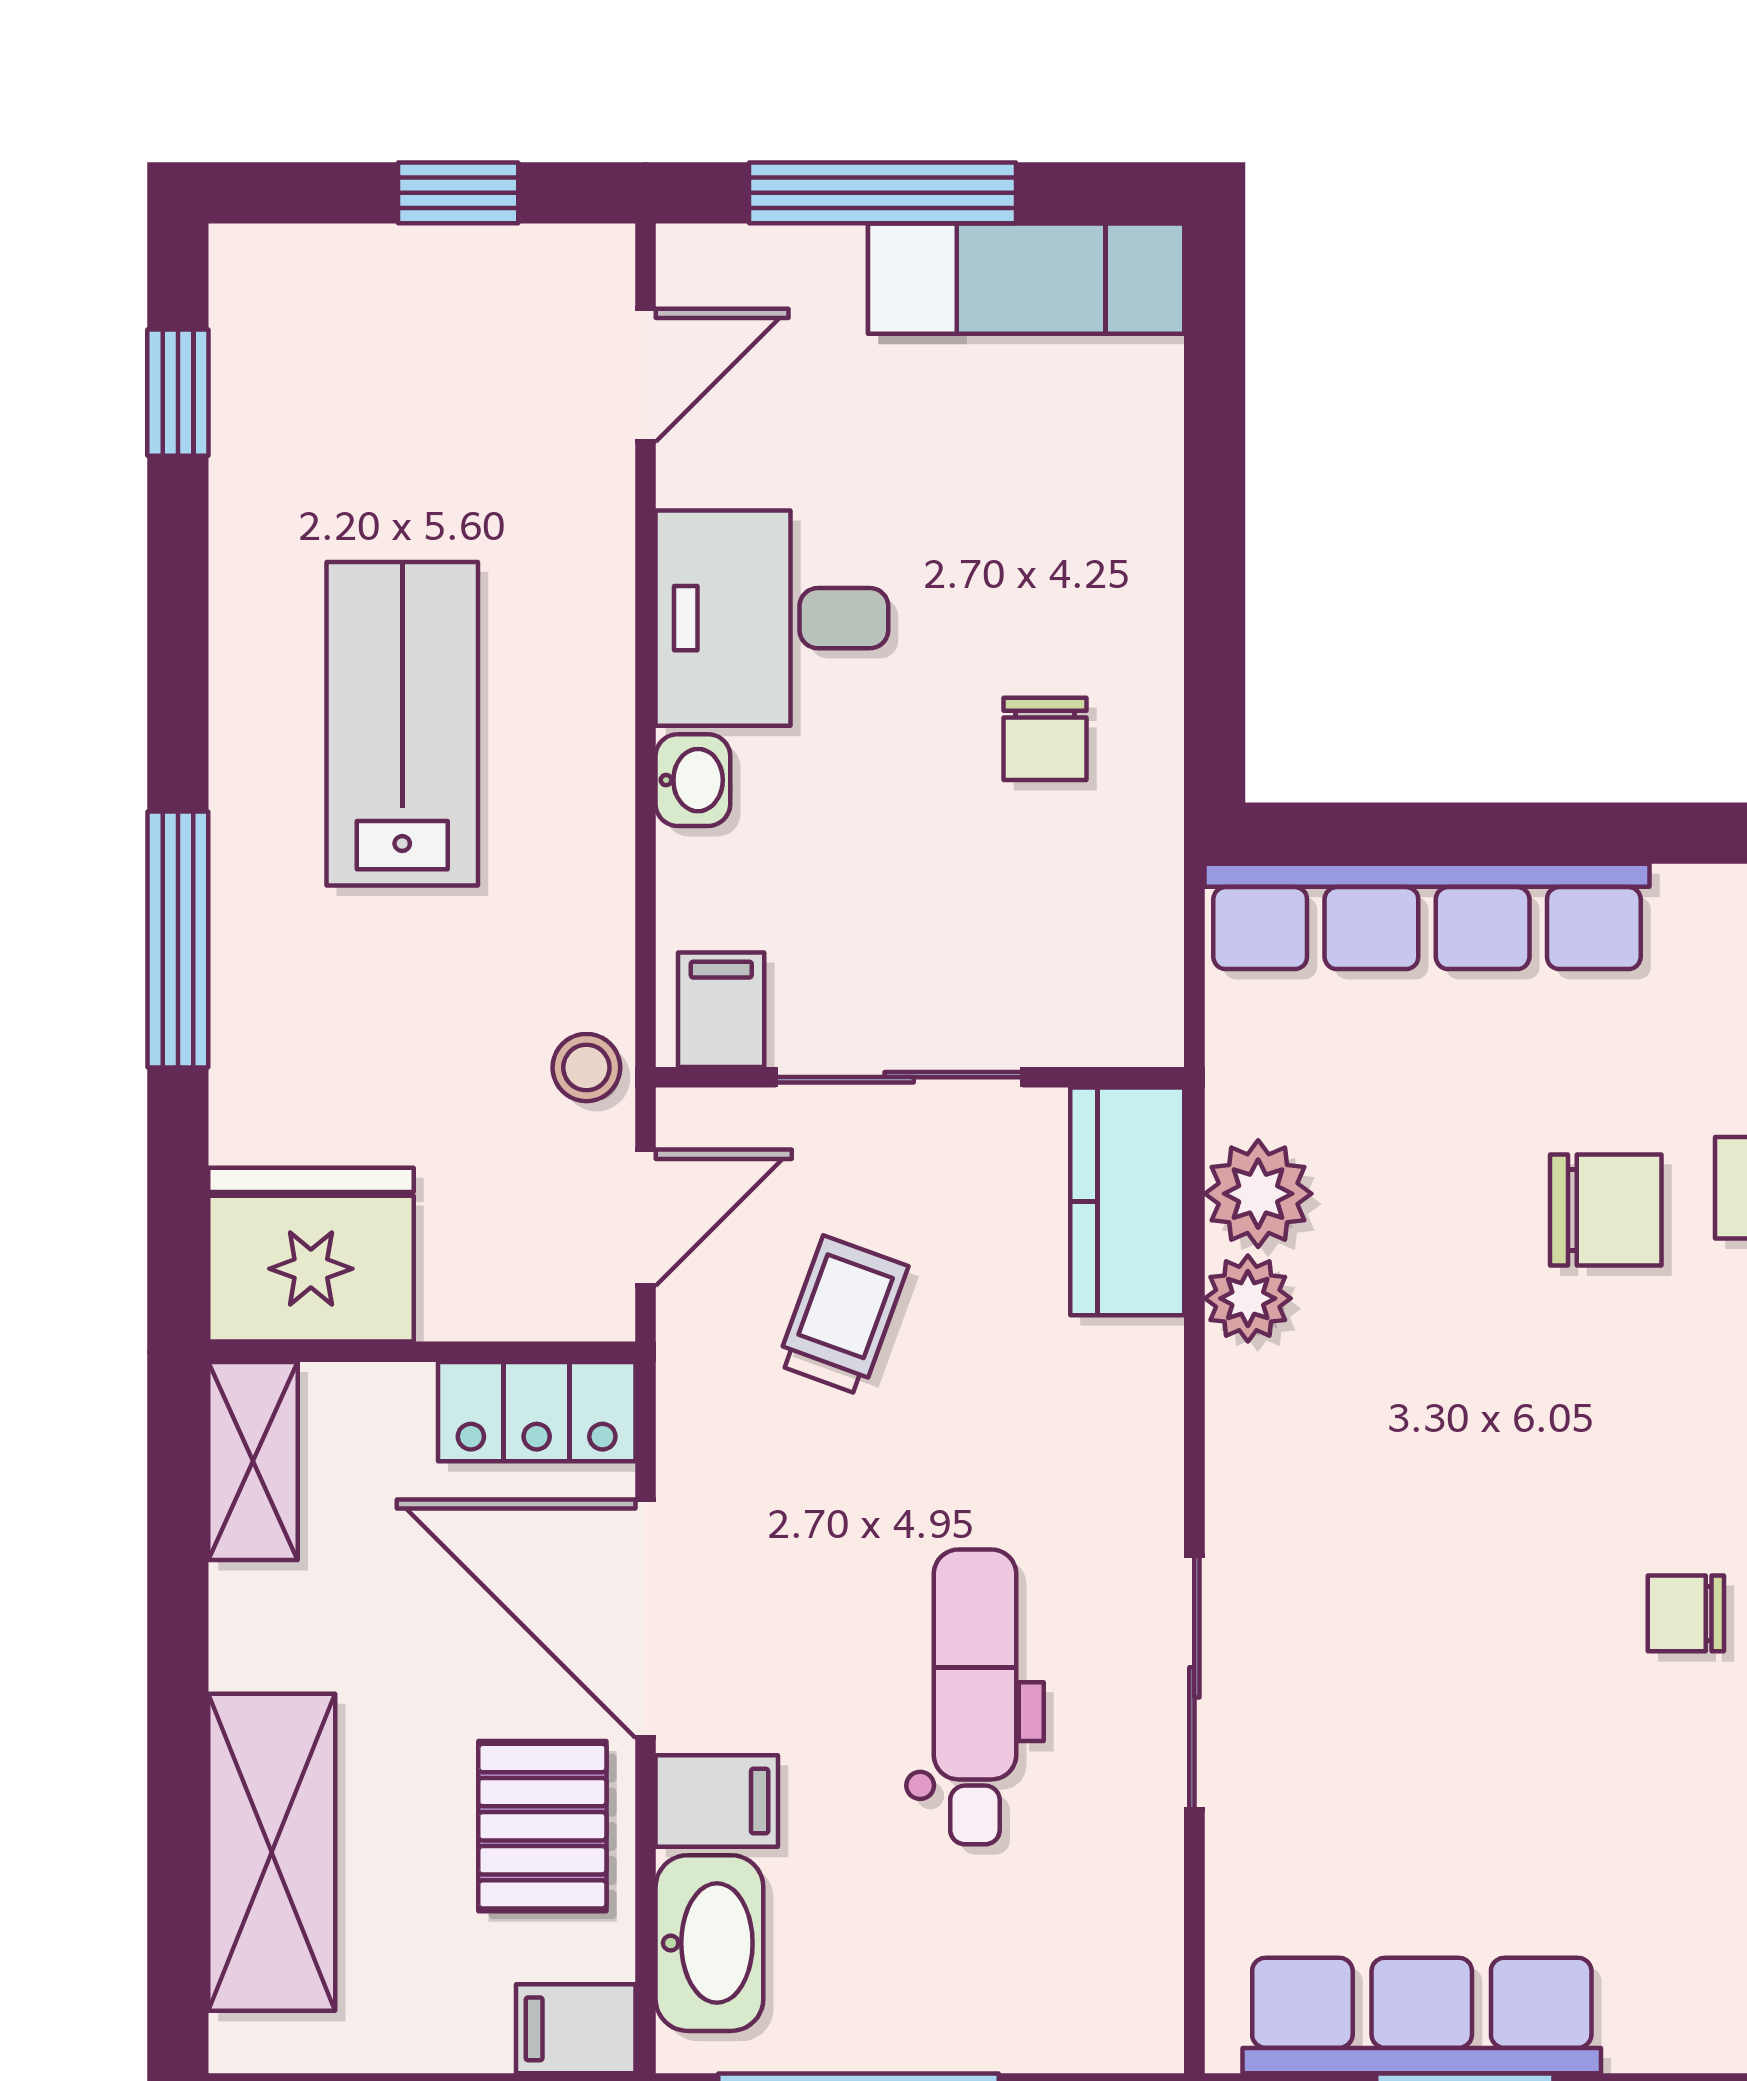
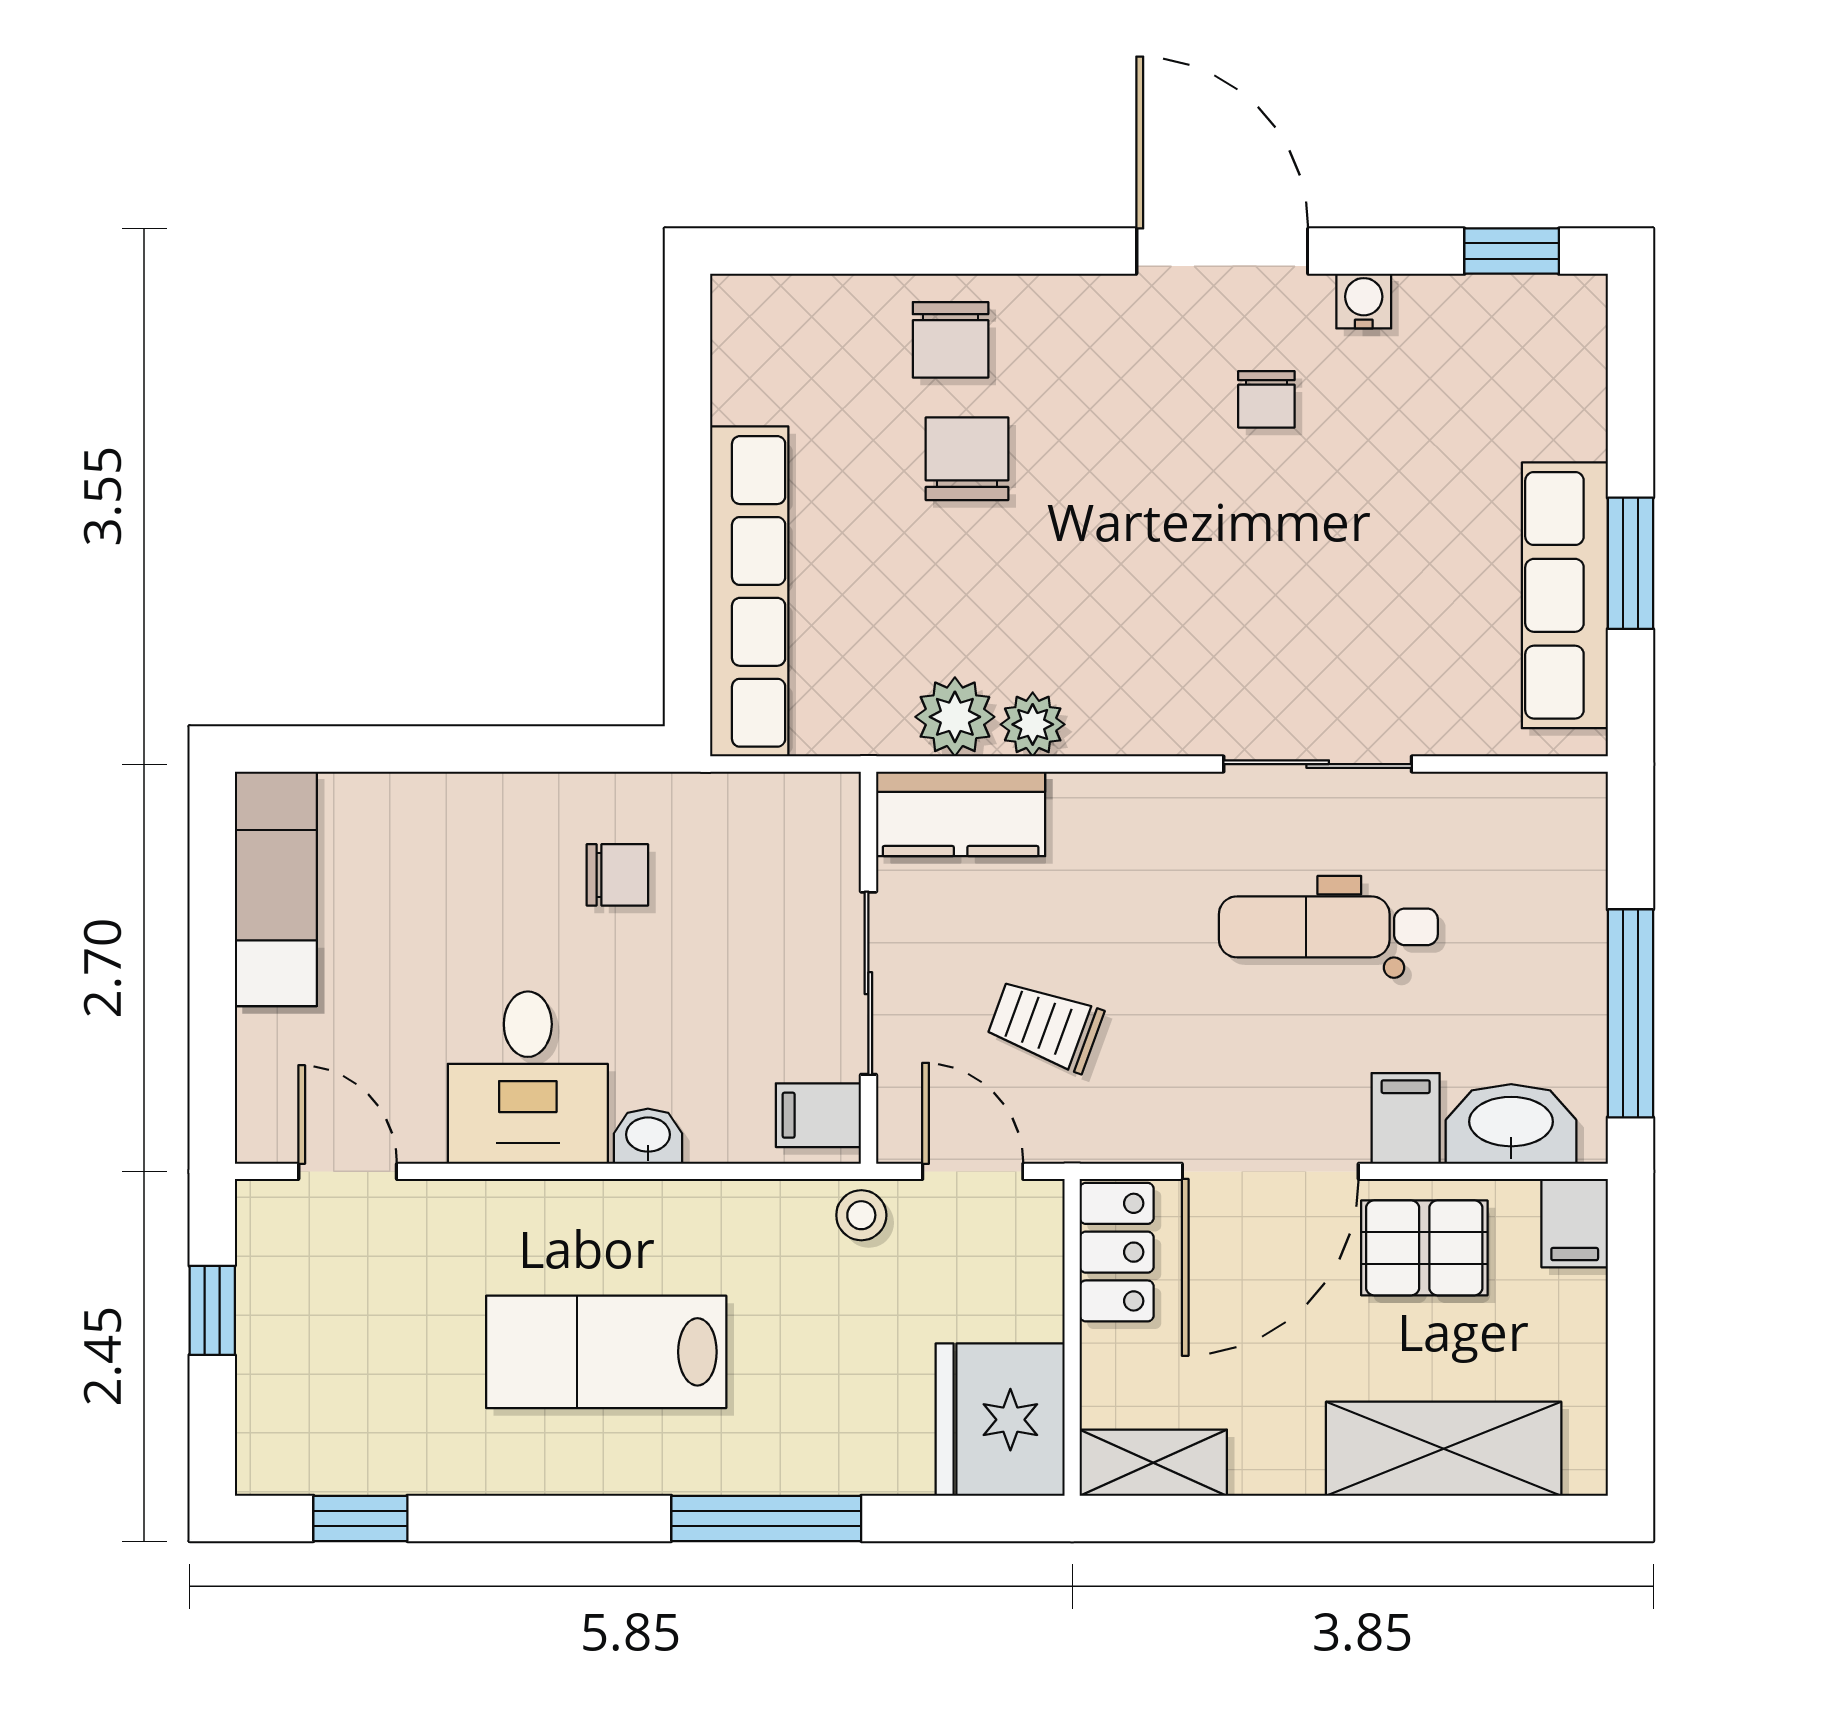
window: (883, 193) -> (212, 995), removed

